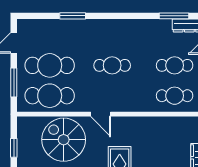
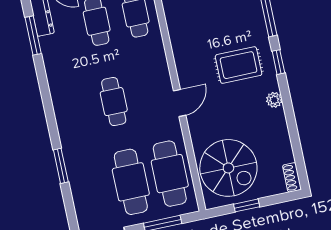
spiral stairs: (64, 140) -> (228, 168), moved, turned -90

